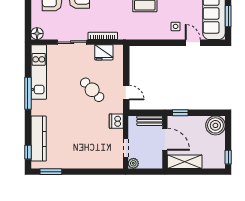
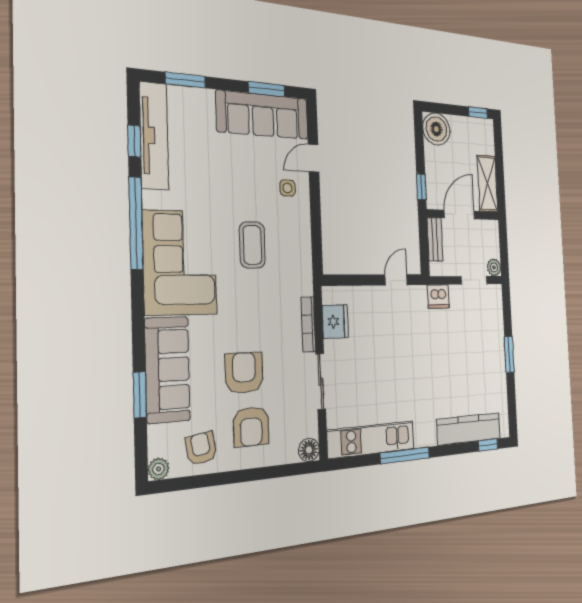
cafe table: (92, 90) -> (395, 340), removed
window: (51, 172) -> (509, 354), moved

